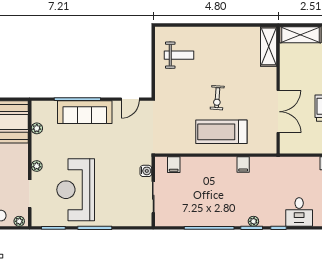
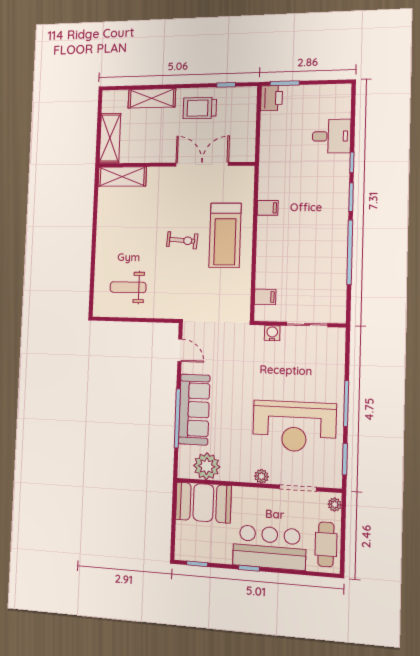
weight bench: (179, 55) -> (128, 287), turned -90
plant: (37, 128) -> (207, 466), width x1.88, depth x1.88
plant: (253, 221) -> (342, 195), removed

